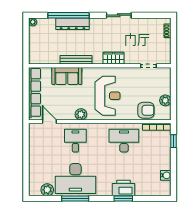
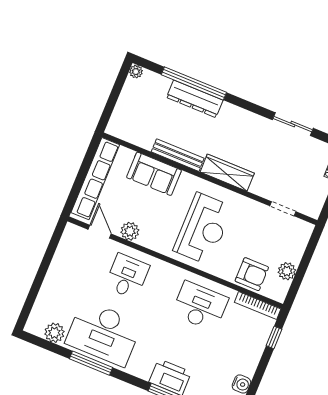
sliding door: (119, 15) -> (293, 124), moved
wardrobe: (113, 58) -> (227, 173), width x1.50
plant: (81, 114) -> (130, 231), moved

